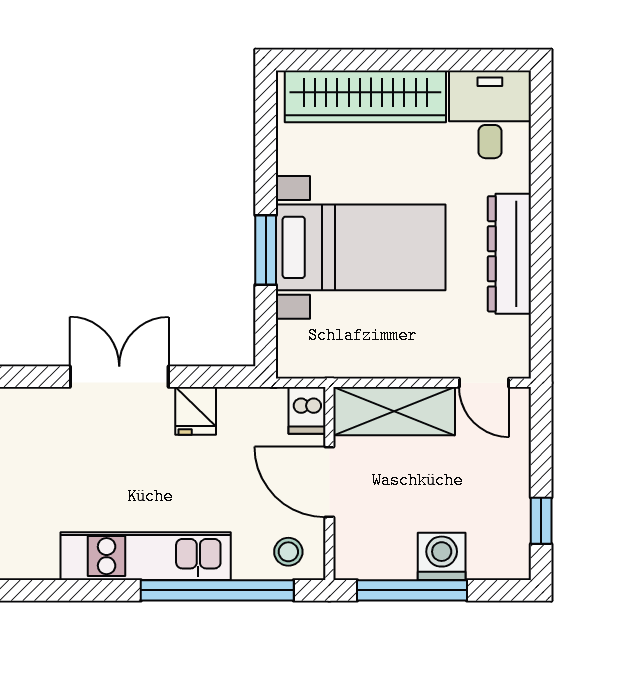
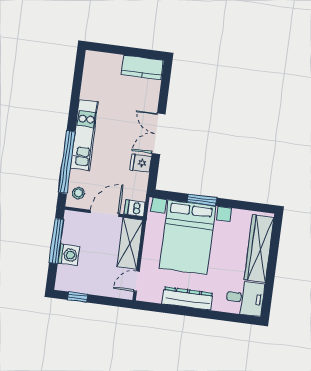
bed with nightstands: (361, 247) -> (188, 237), width x1.36
double door: (119, 377) -> (159, 134), swing flipped

